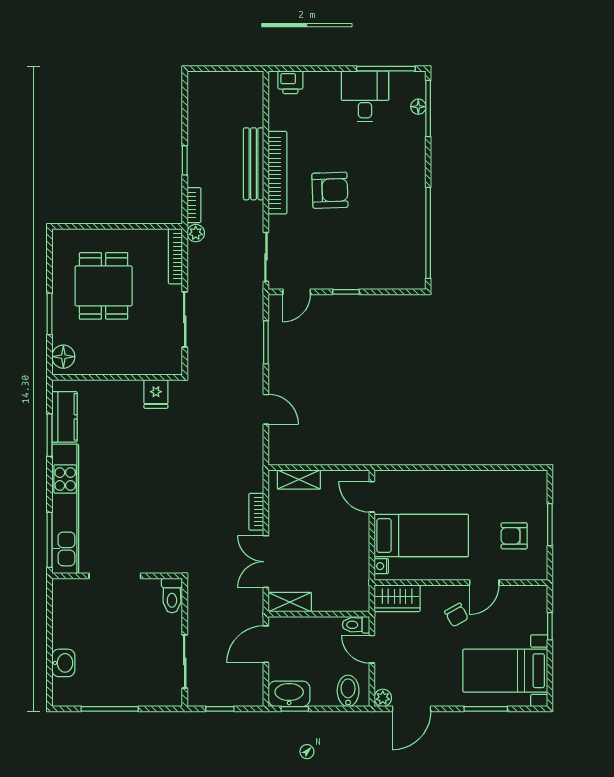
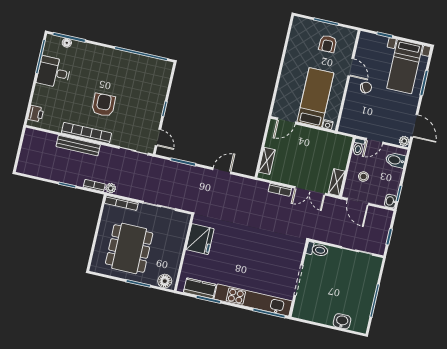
dining table: (104, 286) -> (129, 248), width x1.38
fridge: (156, 394) -> (200, 239), width x1.88, depth x1.34
wardrobe: (397, 598) -> (348, 120), removed
stool: (309, 644) -> (363, 177), added
washbasin: (289, 694) -> (390, 201), width x0.52, depth x0.69

